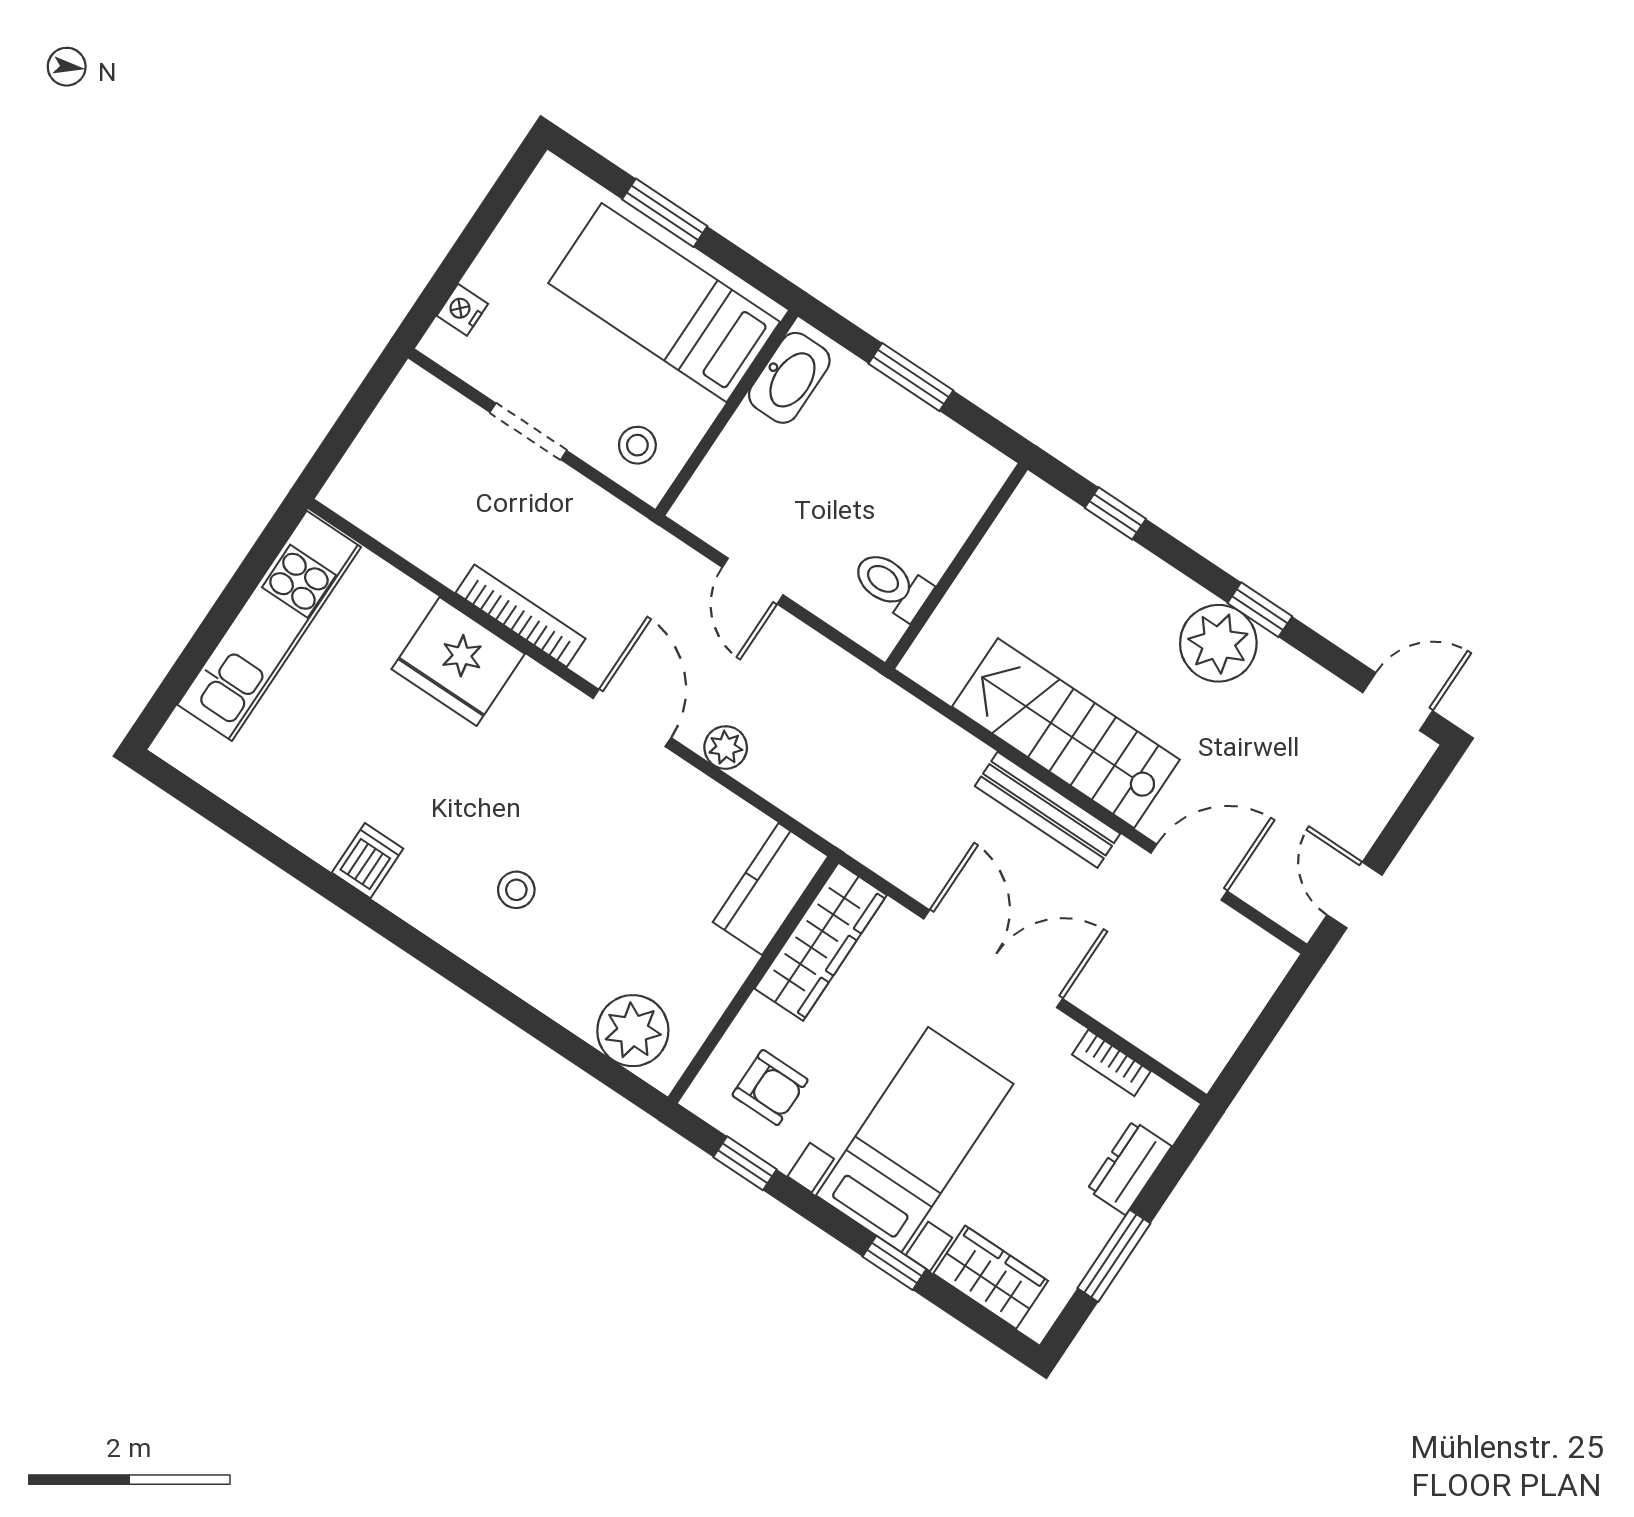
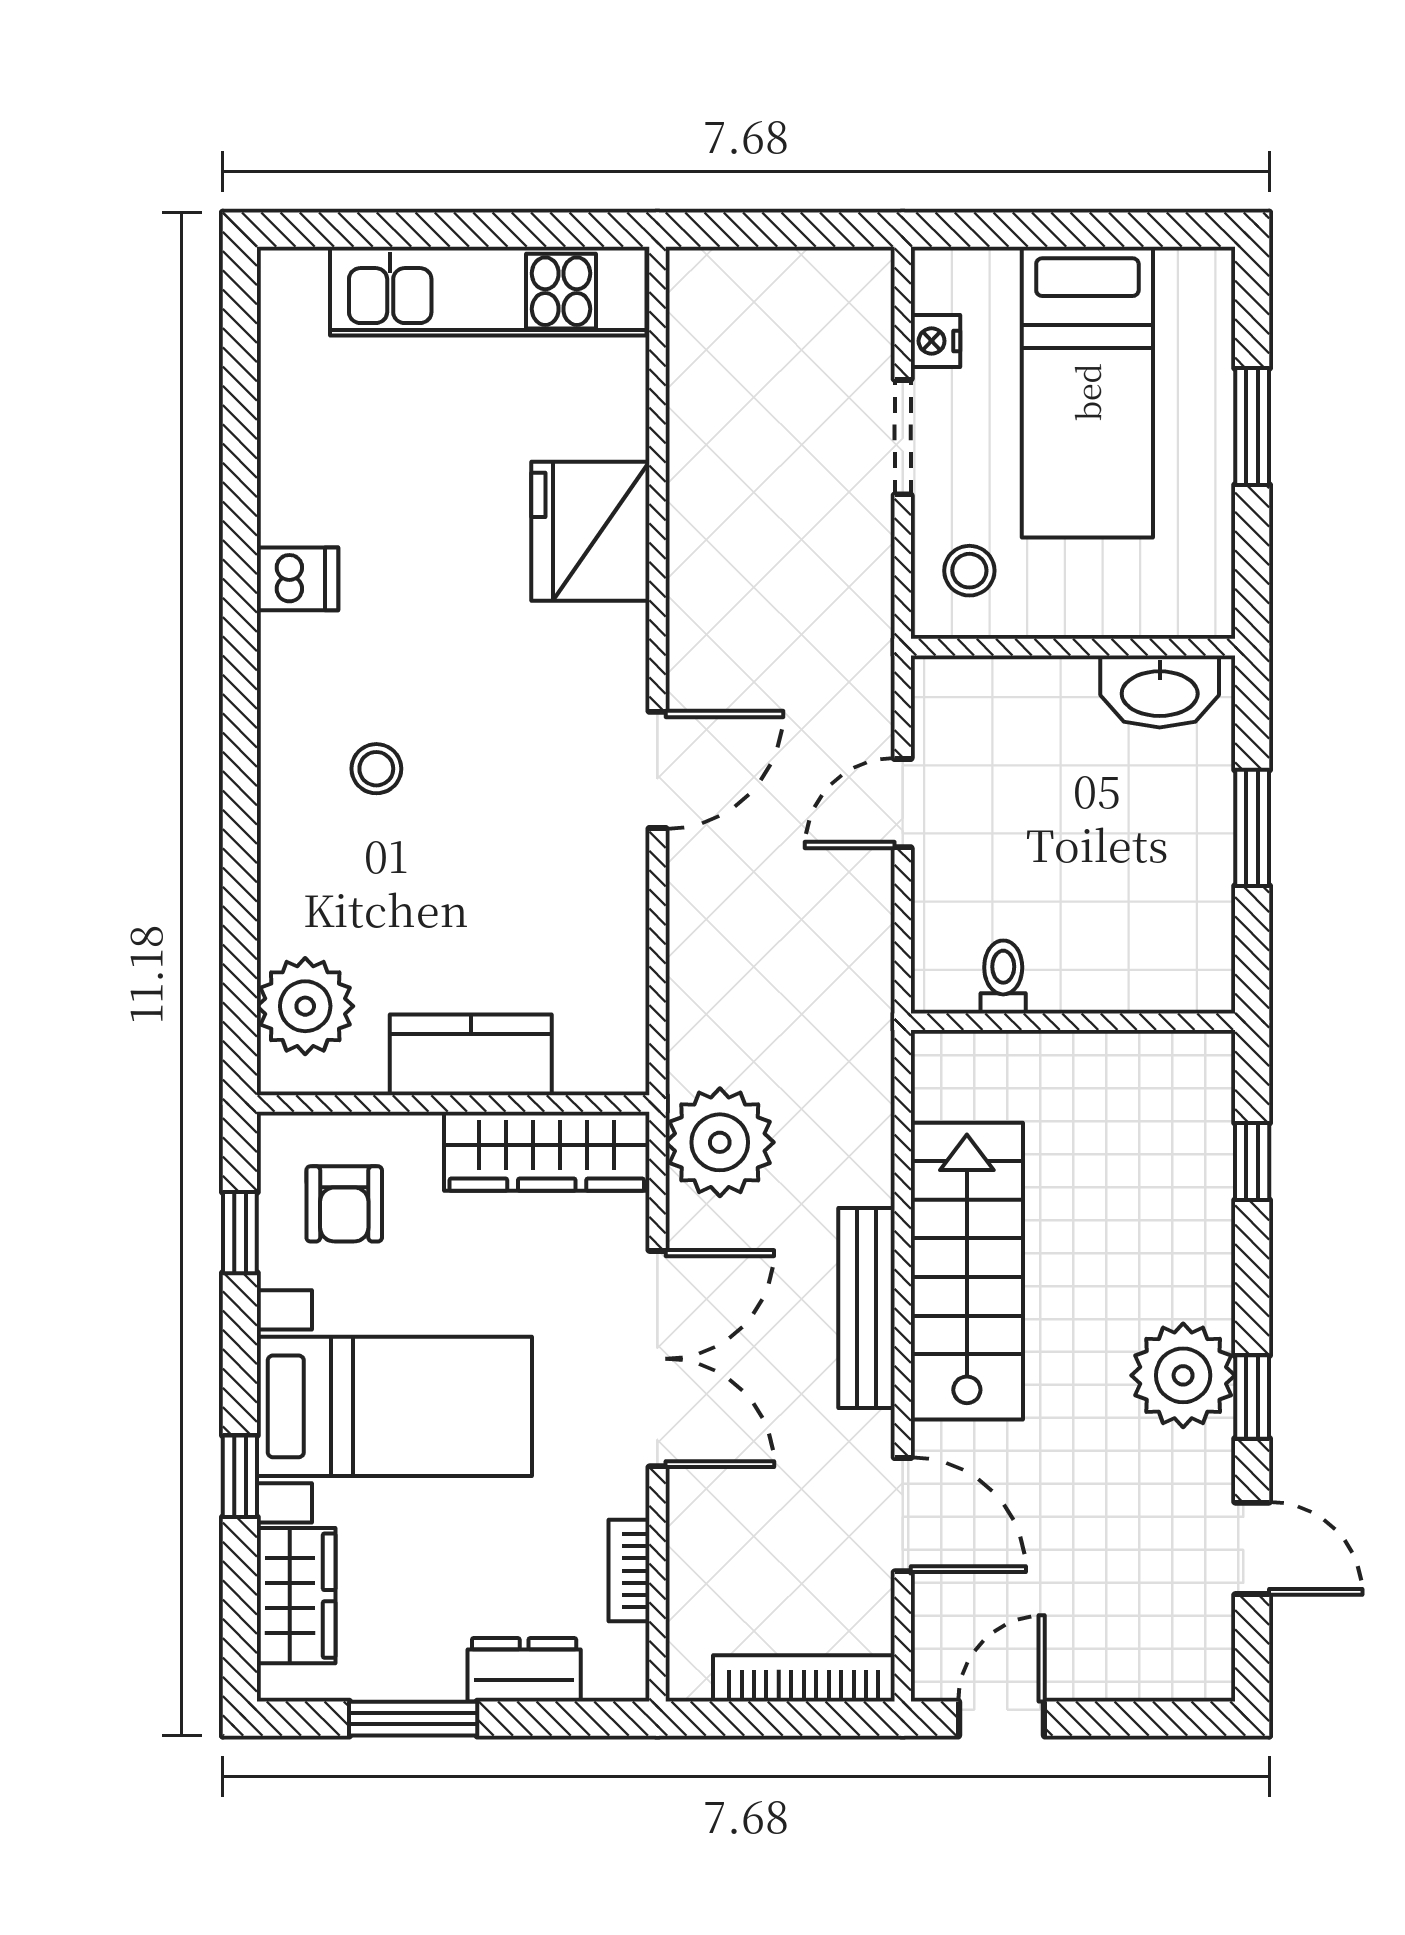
bed: (664, 303) -> (1087, 392), moved, turned 180
nightstand: (462, 310) -> (936, 341), moved, turned -90
toilet: (892, 585) -> (1003, 977), width x0.73, depth x0.72
bookcase: (521, 616) -> (804, 1678), moved, turned -90
door: (1398, 702) -> (1252, 1548), moved
plant: (726, 748) -> (720, 1142), moved, width x1.87, depth x1.87
kitchen counter: (770, 889) -> (471, 1055), moved

